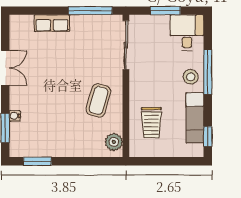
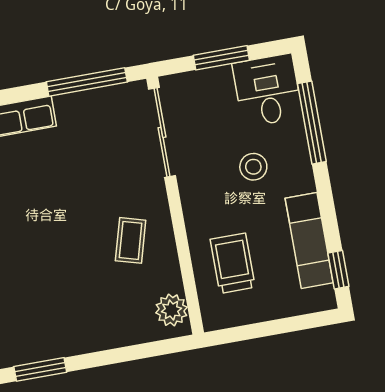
window: (208, 72) -> (312, 123), moved
stool: (191, 77) -> (253, 167), moved
coffee table: (98, 100) -> (131, 240), width x0.73, depth x0.77
trolley: (151, 123) -> (233, 263), turned 180

